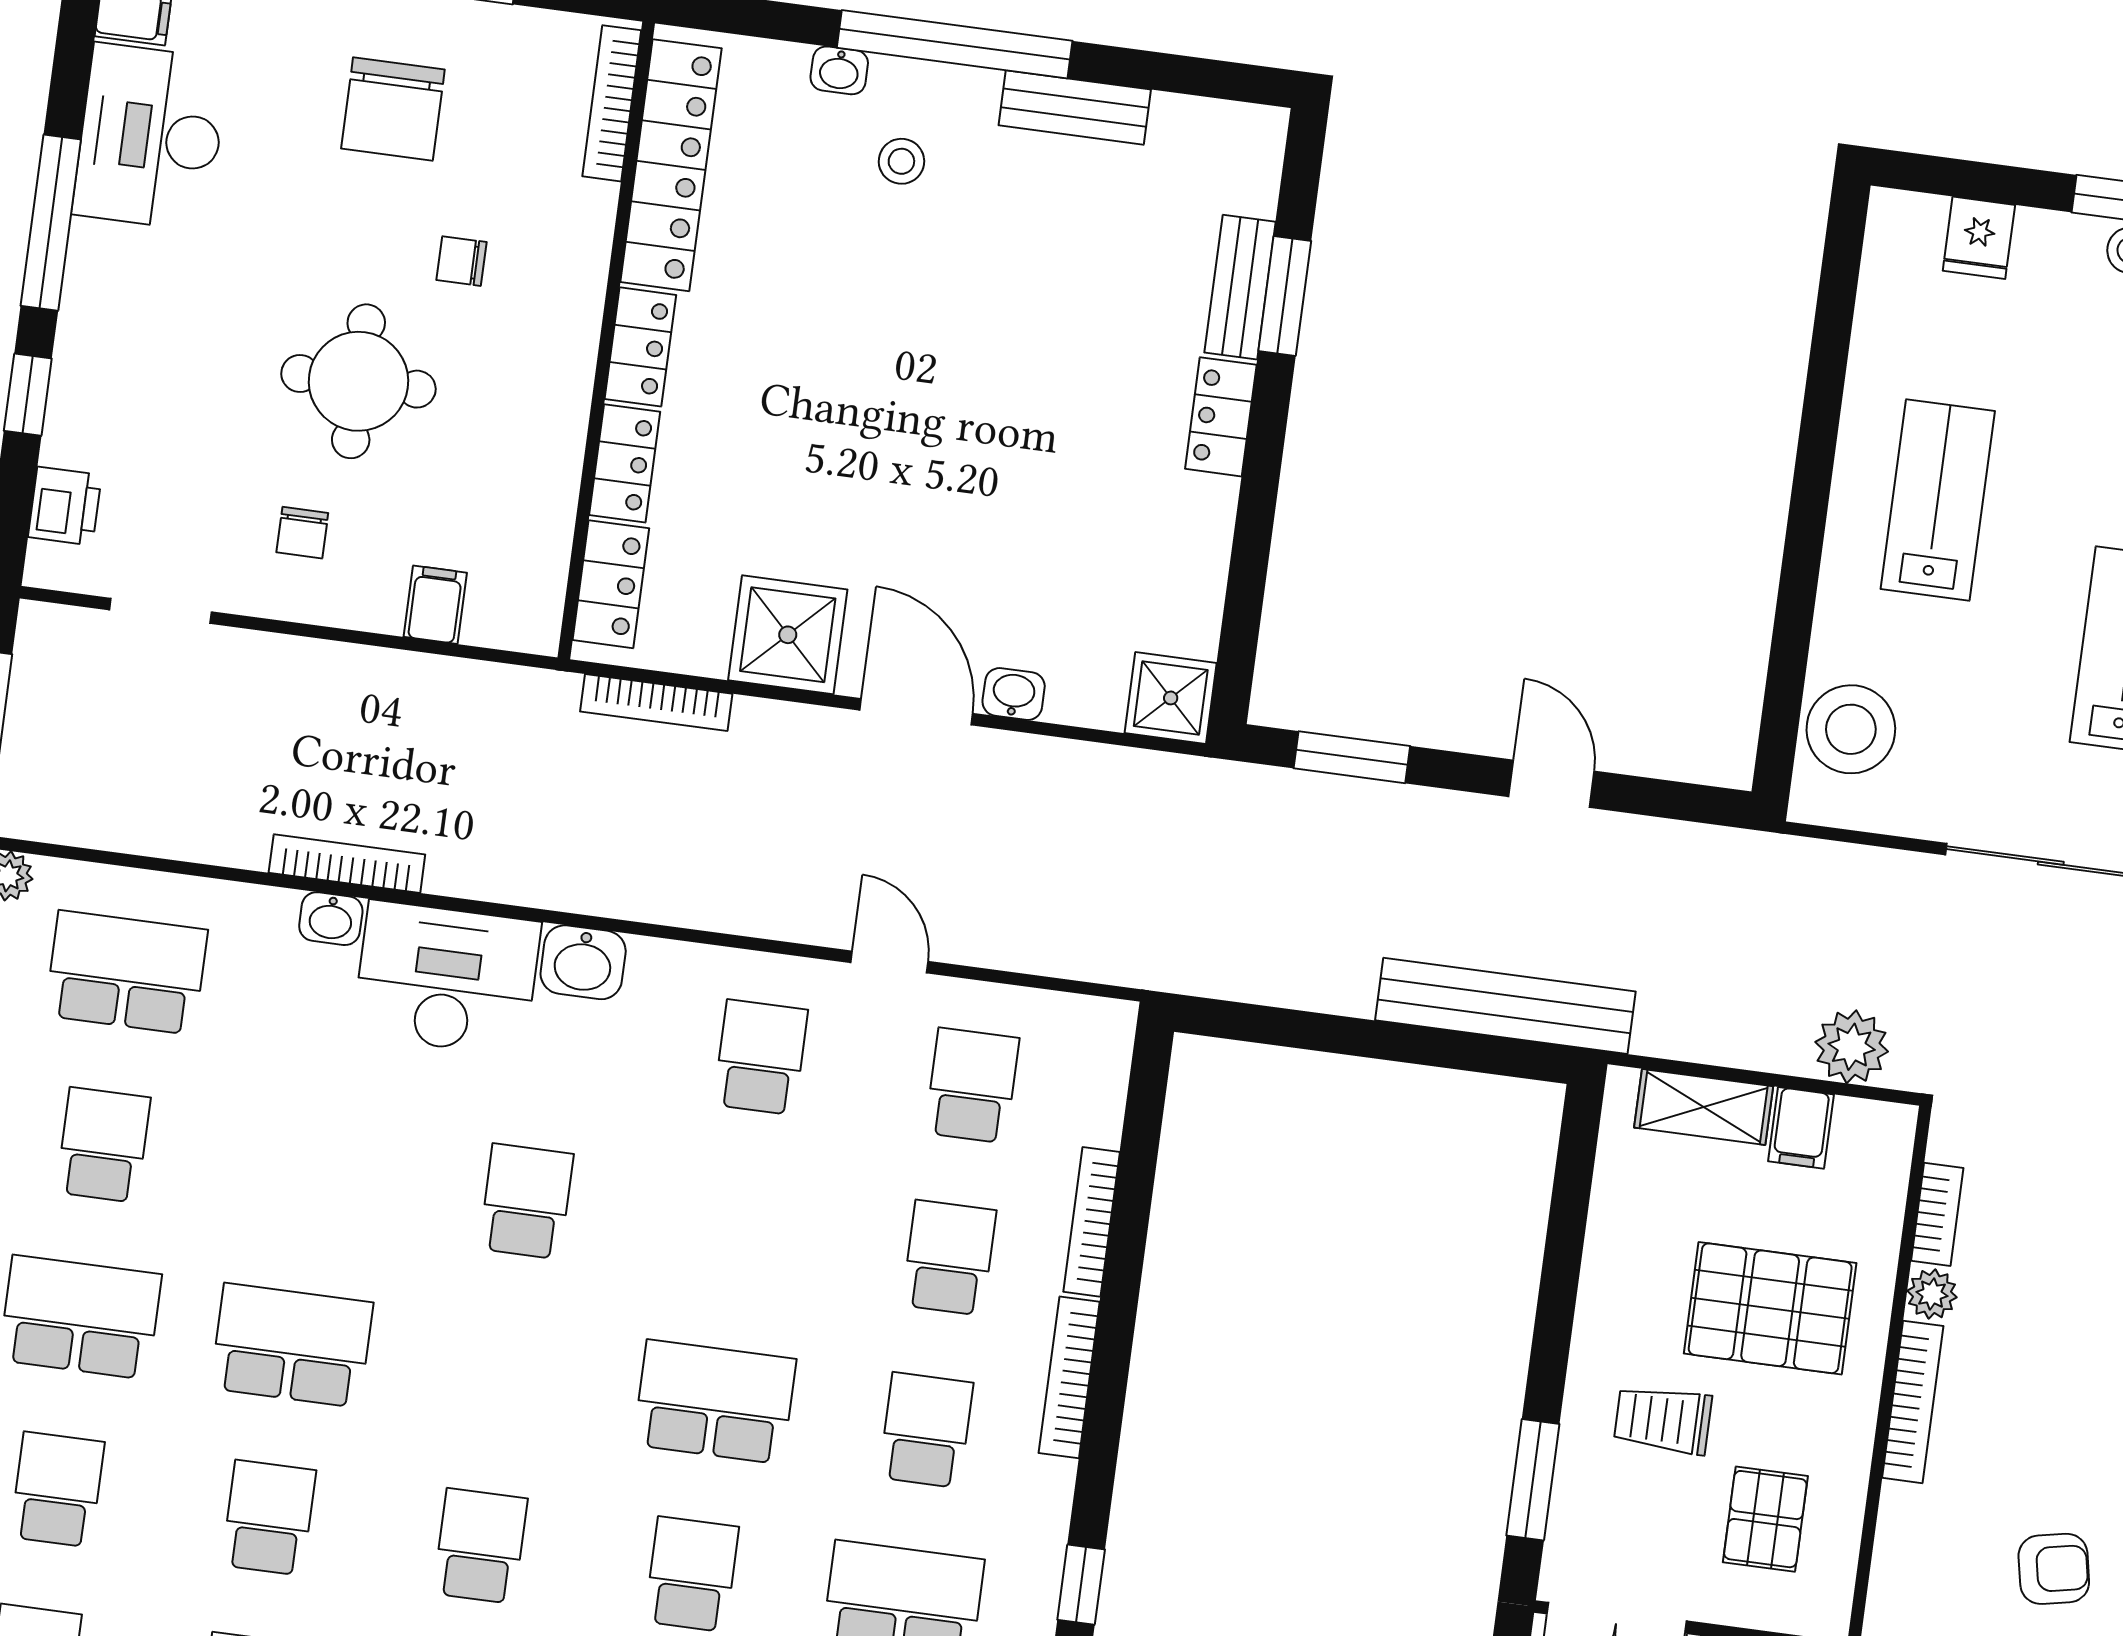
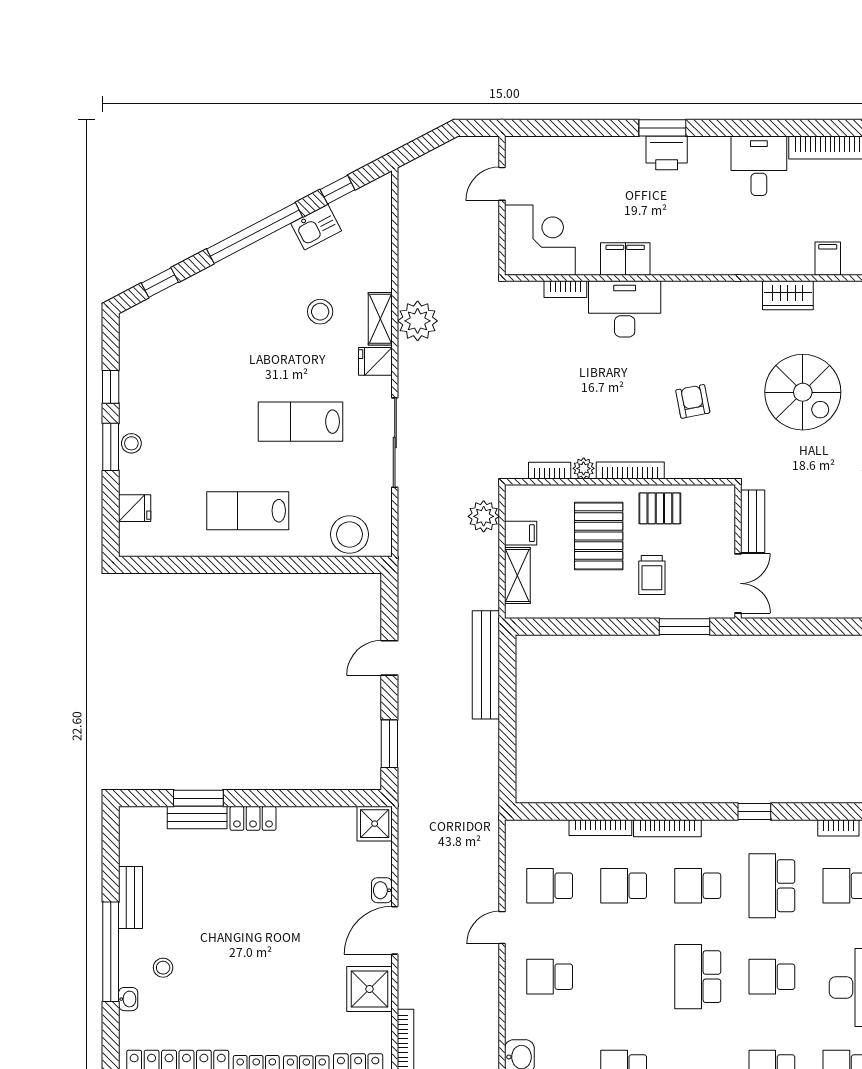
pallet: (1765, 1519) -> (660, 508), moved

